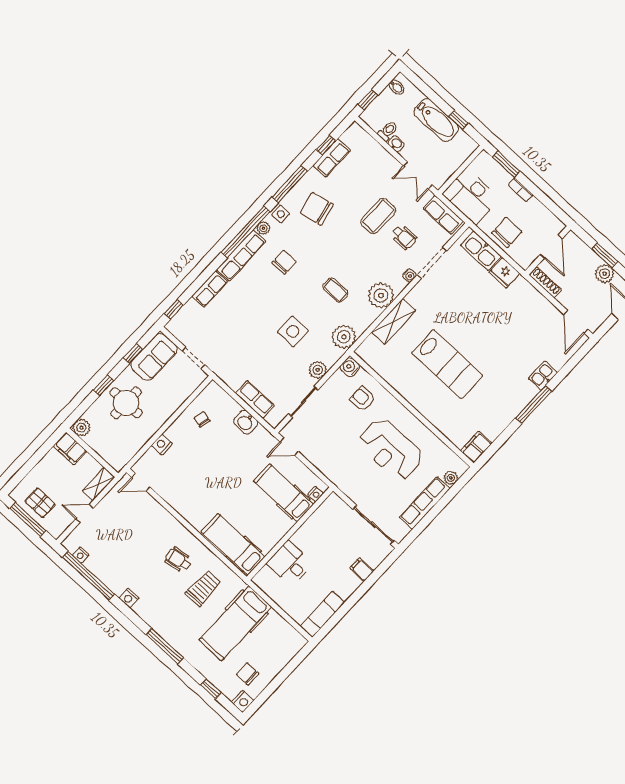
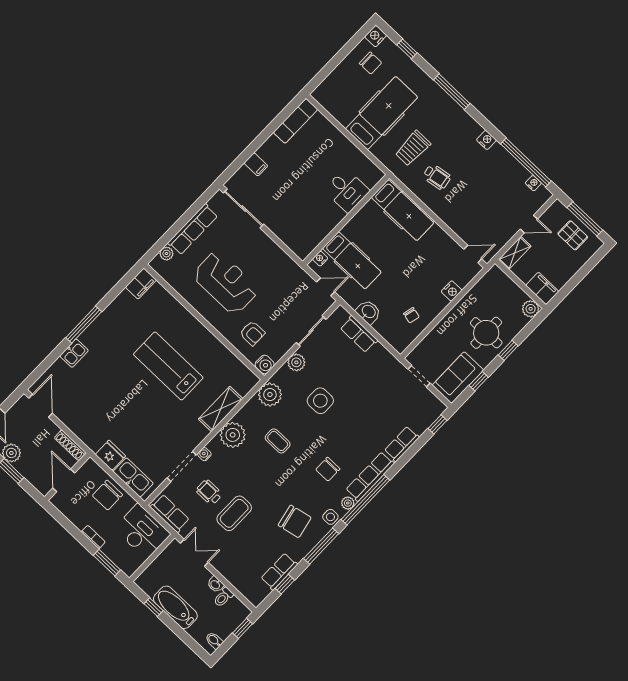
hospital bed: (283, 493) -> (352, 260), moved
nightstand: (316, 494) -> (320, 259), moved
wall: (290, 534) -> (346, 220), moved
hospital bed: (233, 544) -> (403, 210), moved
desk: (290, 563) -> (347, 190), moved

